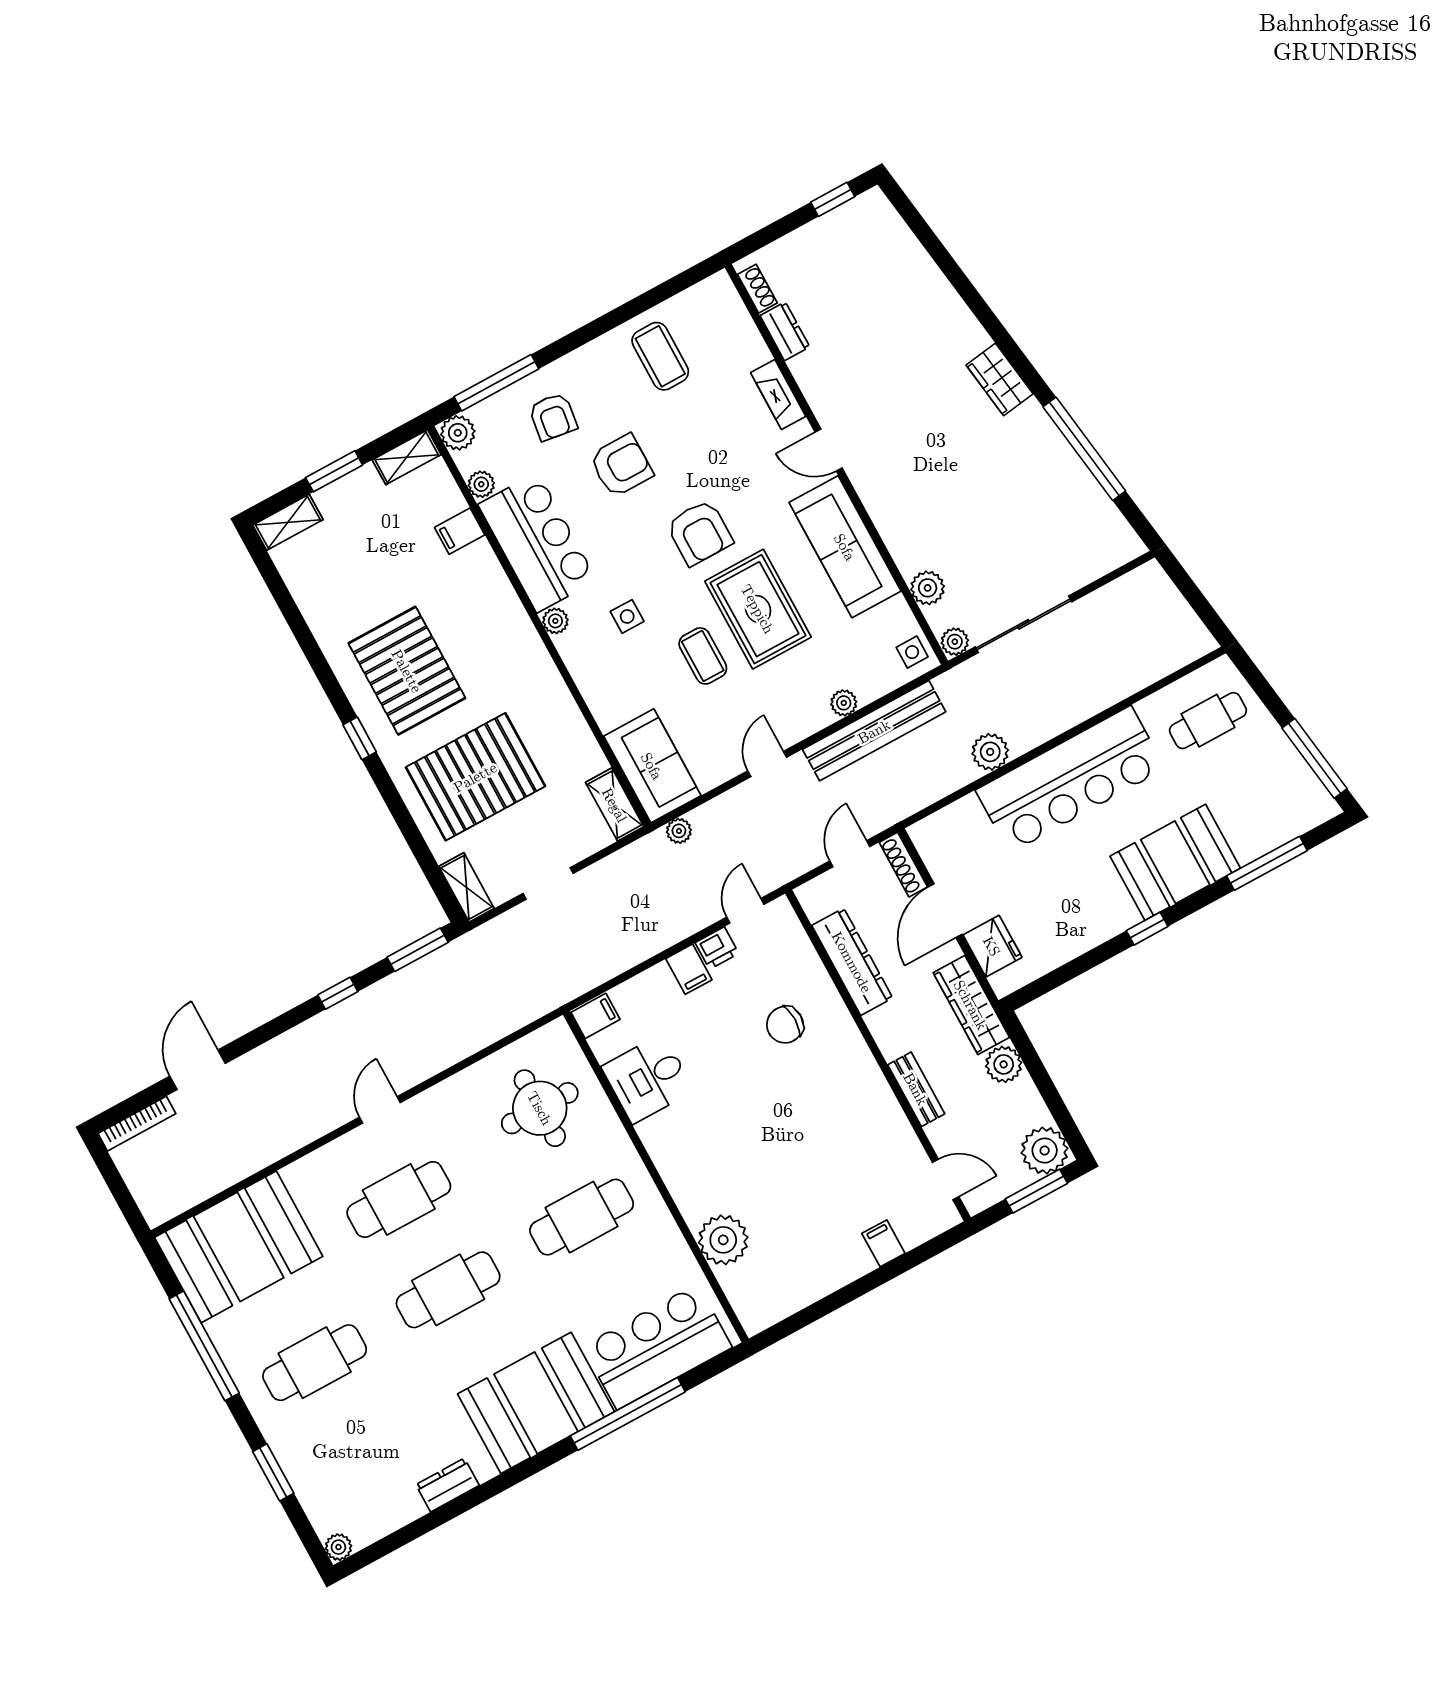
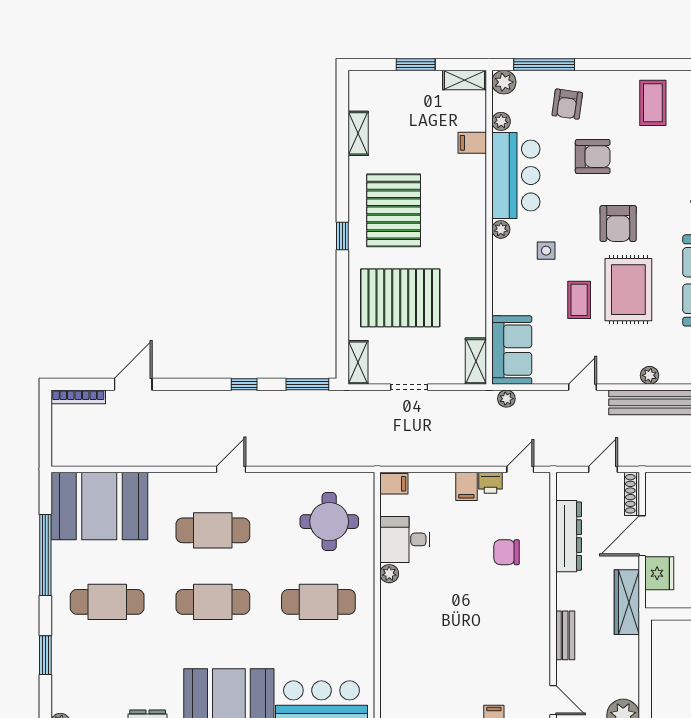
shelving: (288, 522) -> (358, 133), moved, turned 90
plant: (1004, 1064) -> (627, 649), removed
plant: (723, 1240) -> (389, 574), moved, width x0.53, depth x0.53

